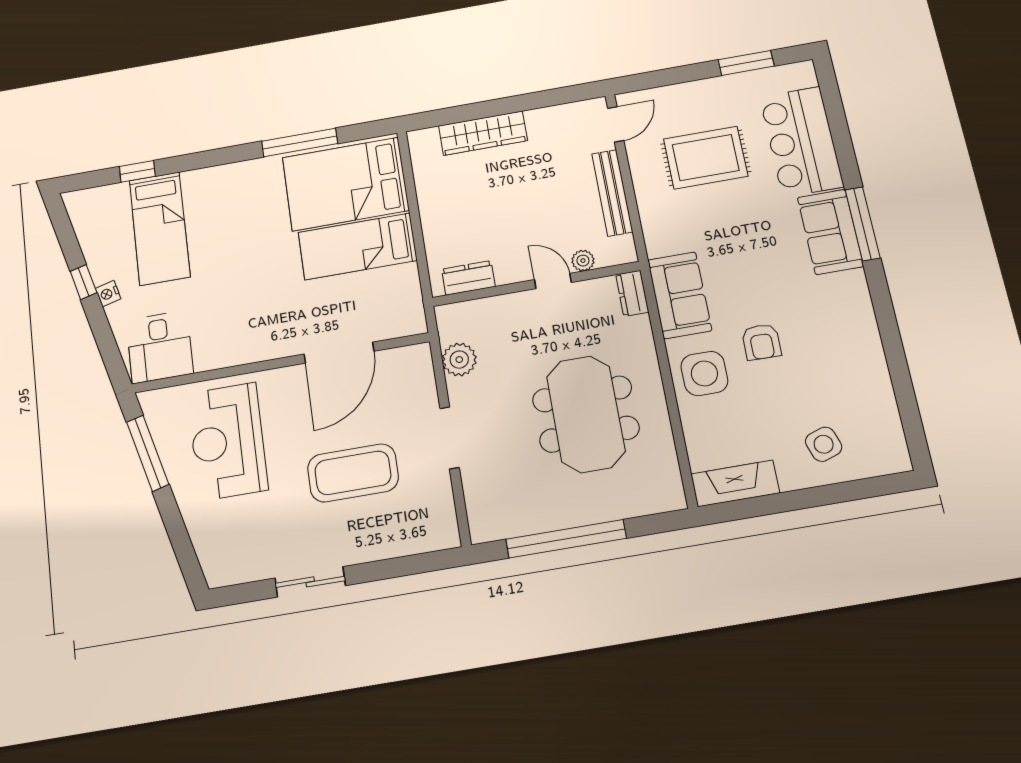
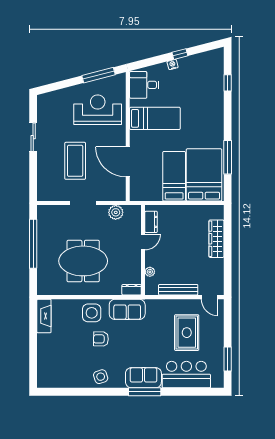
bed: (160, 228) -> (155, 118), moved, turned 180
door: (553, 281) -> (143, 242), moved
side table: (824, 444) -> (101, 377), moved

